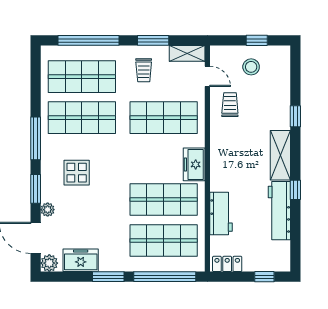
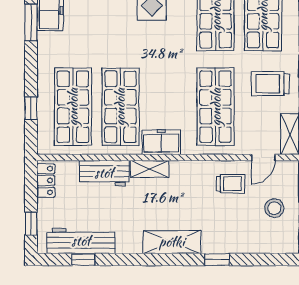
trolley: (144, 70) -> (270, 84), width x1.36, depth x1.39
shelving: (217, 174) -> (150, 169), added
window: (295, 190) -> (83, 259), moved
workbench: (279, 211) -> (81, 241), moved
window: (108, 277) -> (31, 22), moved
window: (165, 277) -> (31, 108), width x0.32

